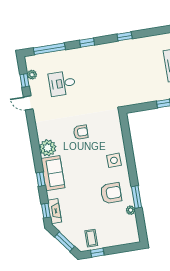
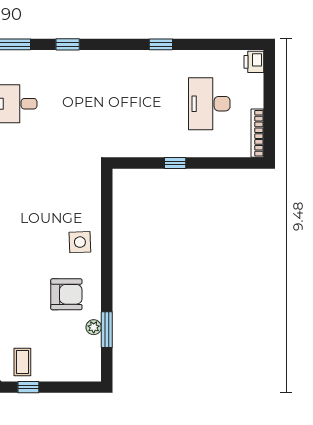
window: (125, 36) -> (161, 44), moved
armchair: (81, 132) -> (33, 188), removed
window: (137, 197) -> (107, 330), moved

